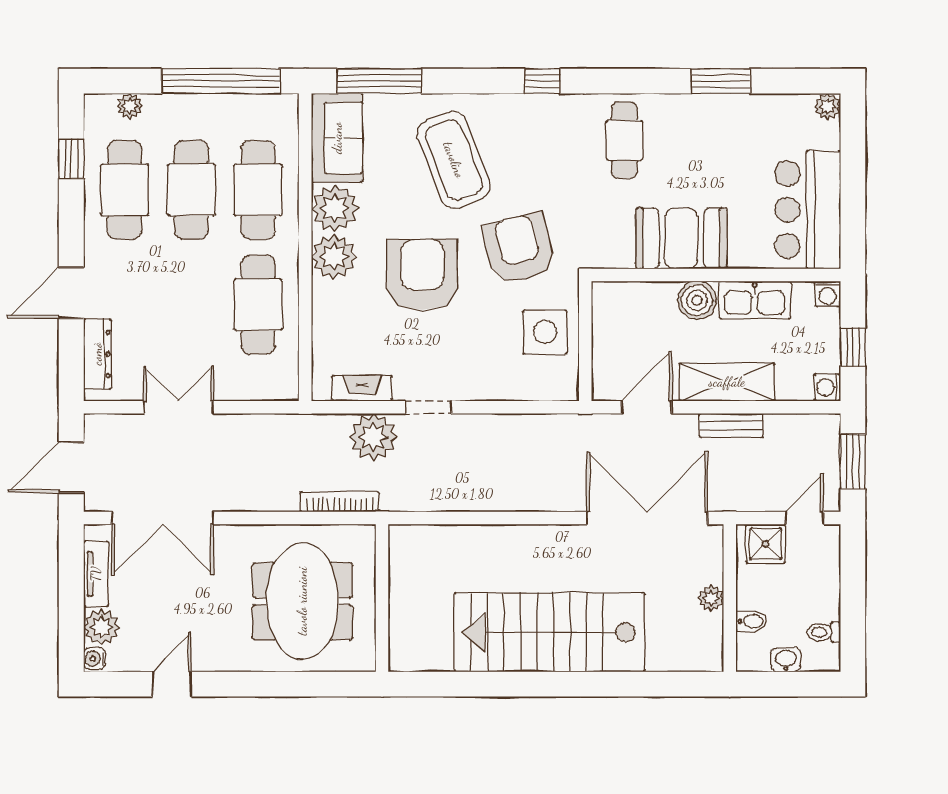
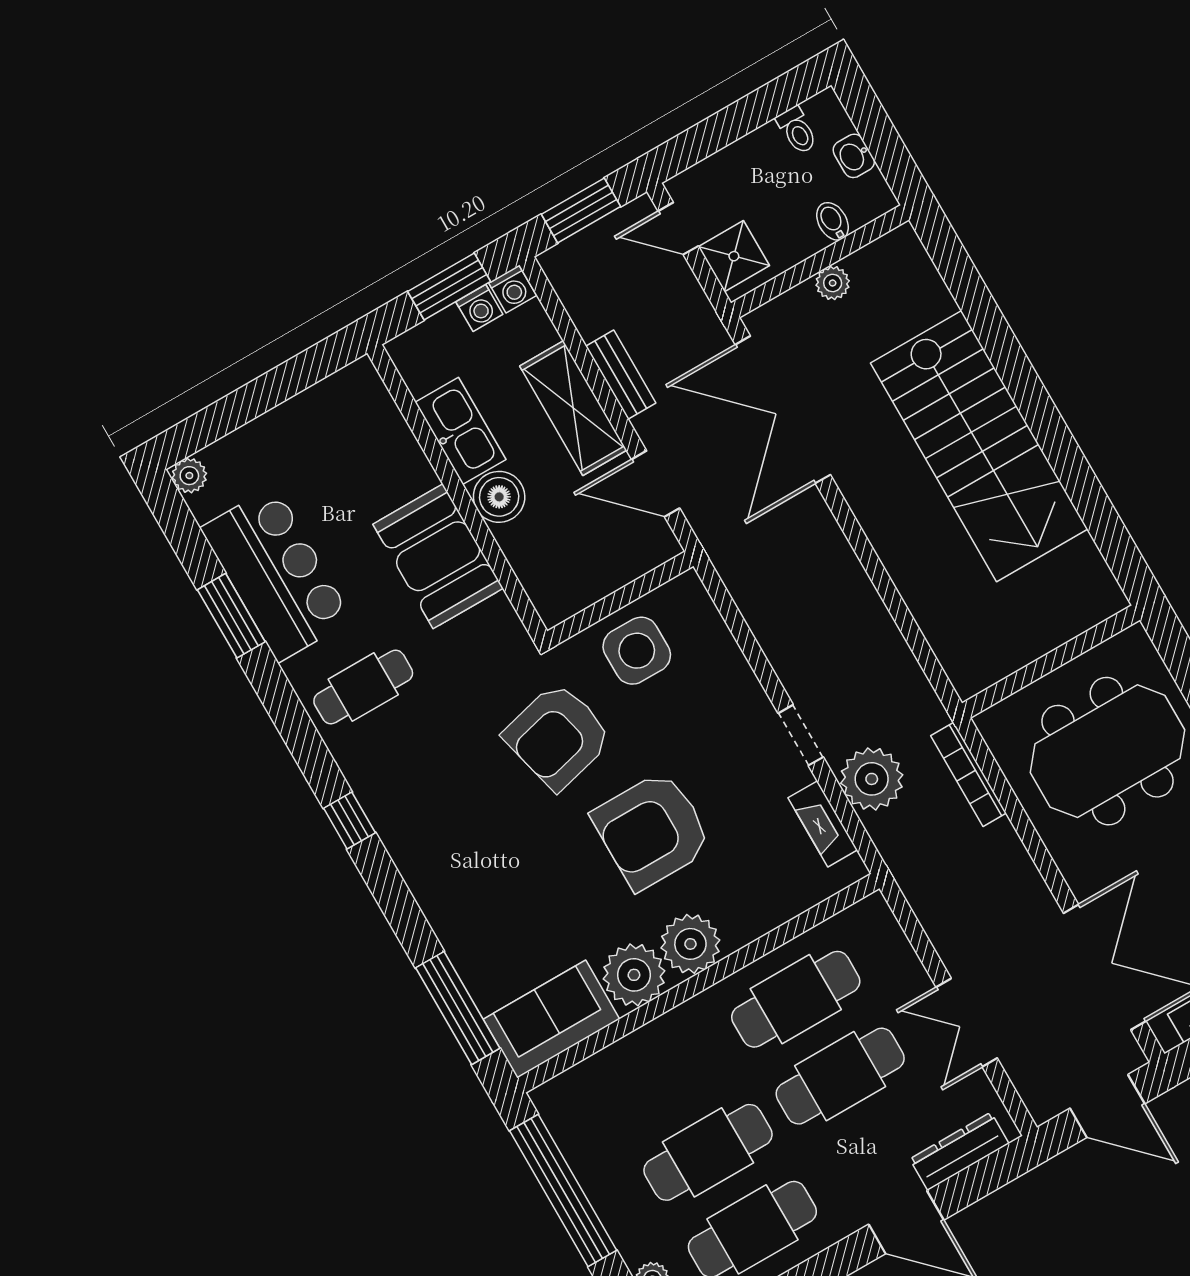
coffee table: (454, 160) -> (499, 870), removed
cafe table: (258, 190) -> (840, 1076), moved
bar counter: (808, 210) -> (276, 574), moved, turned -90
washing machine: (828, 294) -> (479, 308), moved, turned 90
window: (853, 347) -> (449, 287), width x1.50

